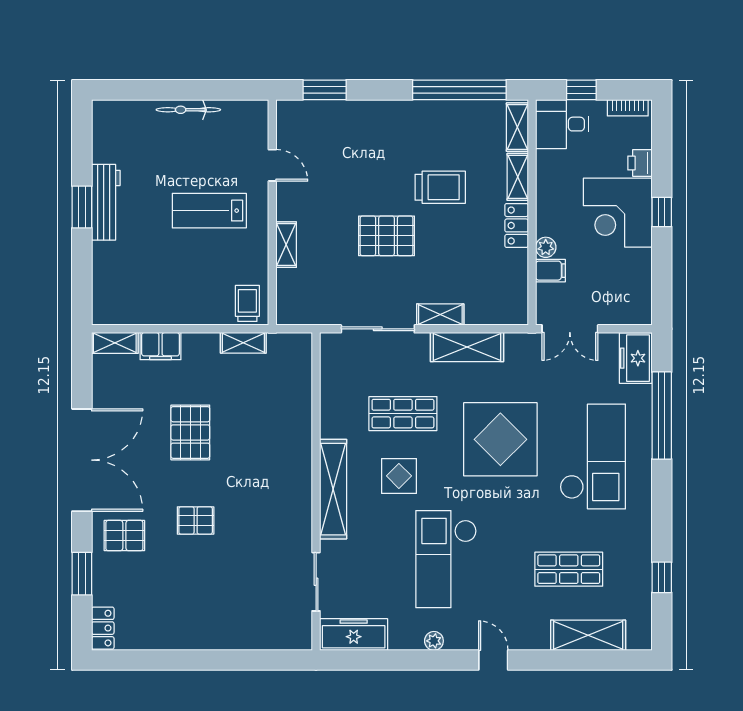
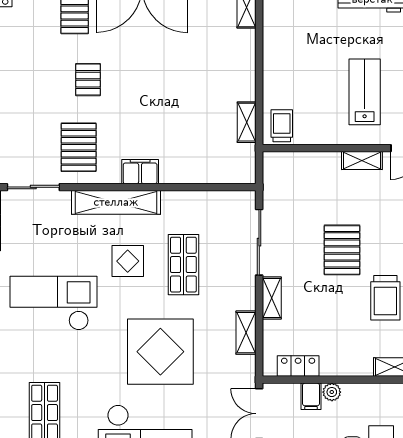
locker: (517, 225) -> (298, 366), moved
shelving: (286, 245) -> (362, 160), moved
trolley: (247, 303) -> (282, 126), turned -90
filing cabinet: (160, 346) -> (140, 172), moved, turned 90
shelving: (467, 347) -> (246, 333), width x0.67, depth x0.75
pallet: (190, 432) -> (79, 147), moved, turned 90

